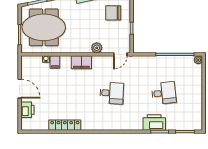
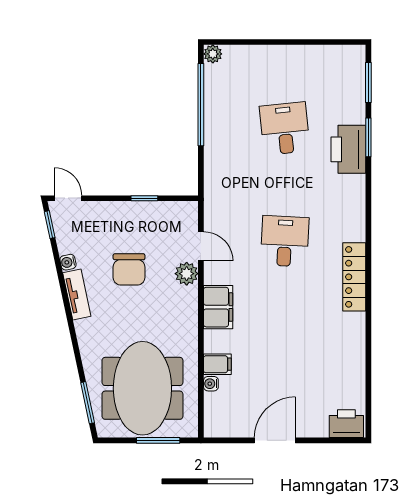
chair: (113, 13) -> (129, 269), moved
door: (120, 54) -> (201, 246), moved
printer: (27, 110) -> (346, 424), moved
locker: (65, 125) -> (354, 277), moved

